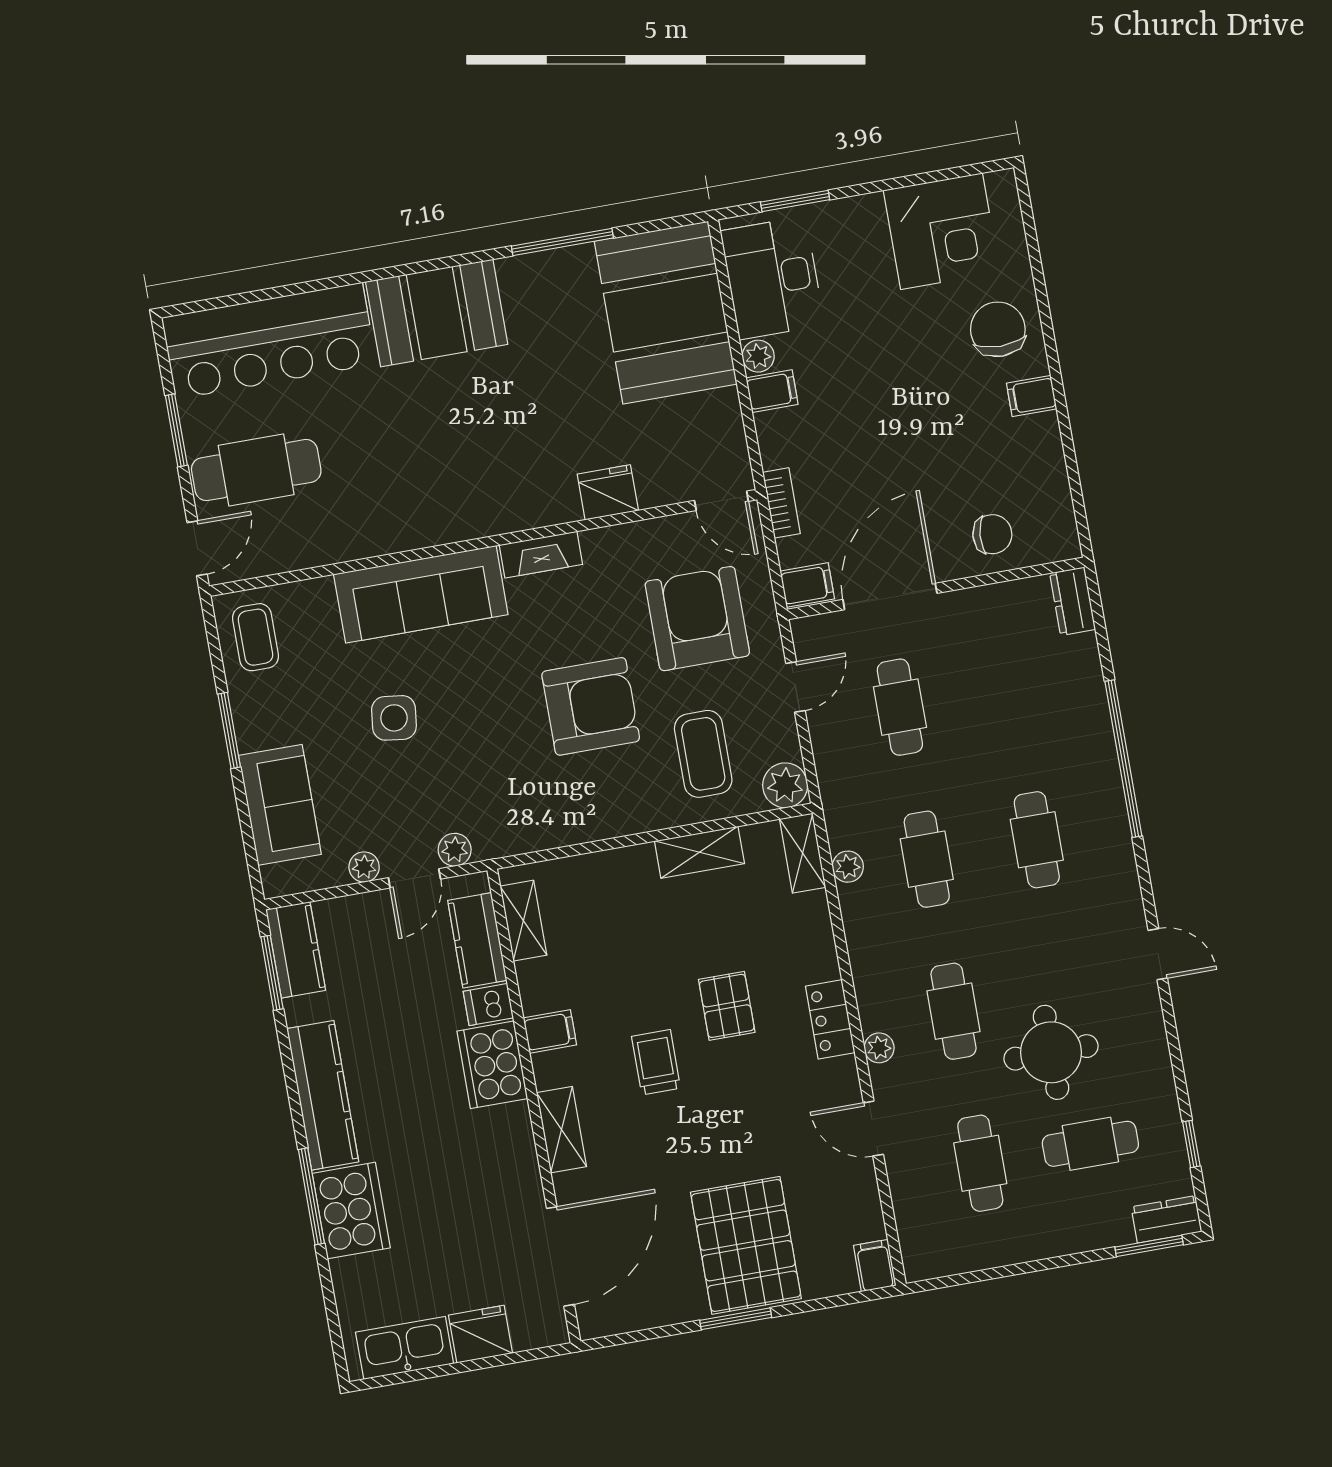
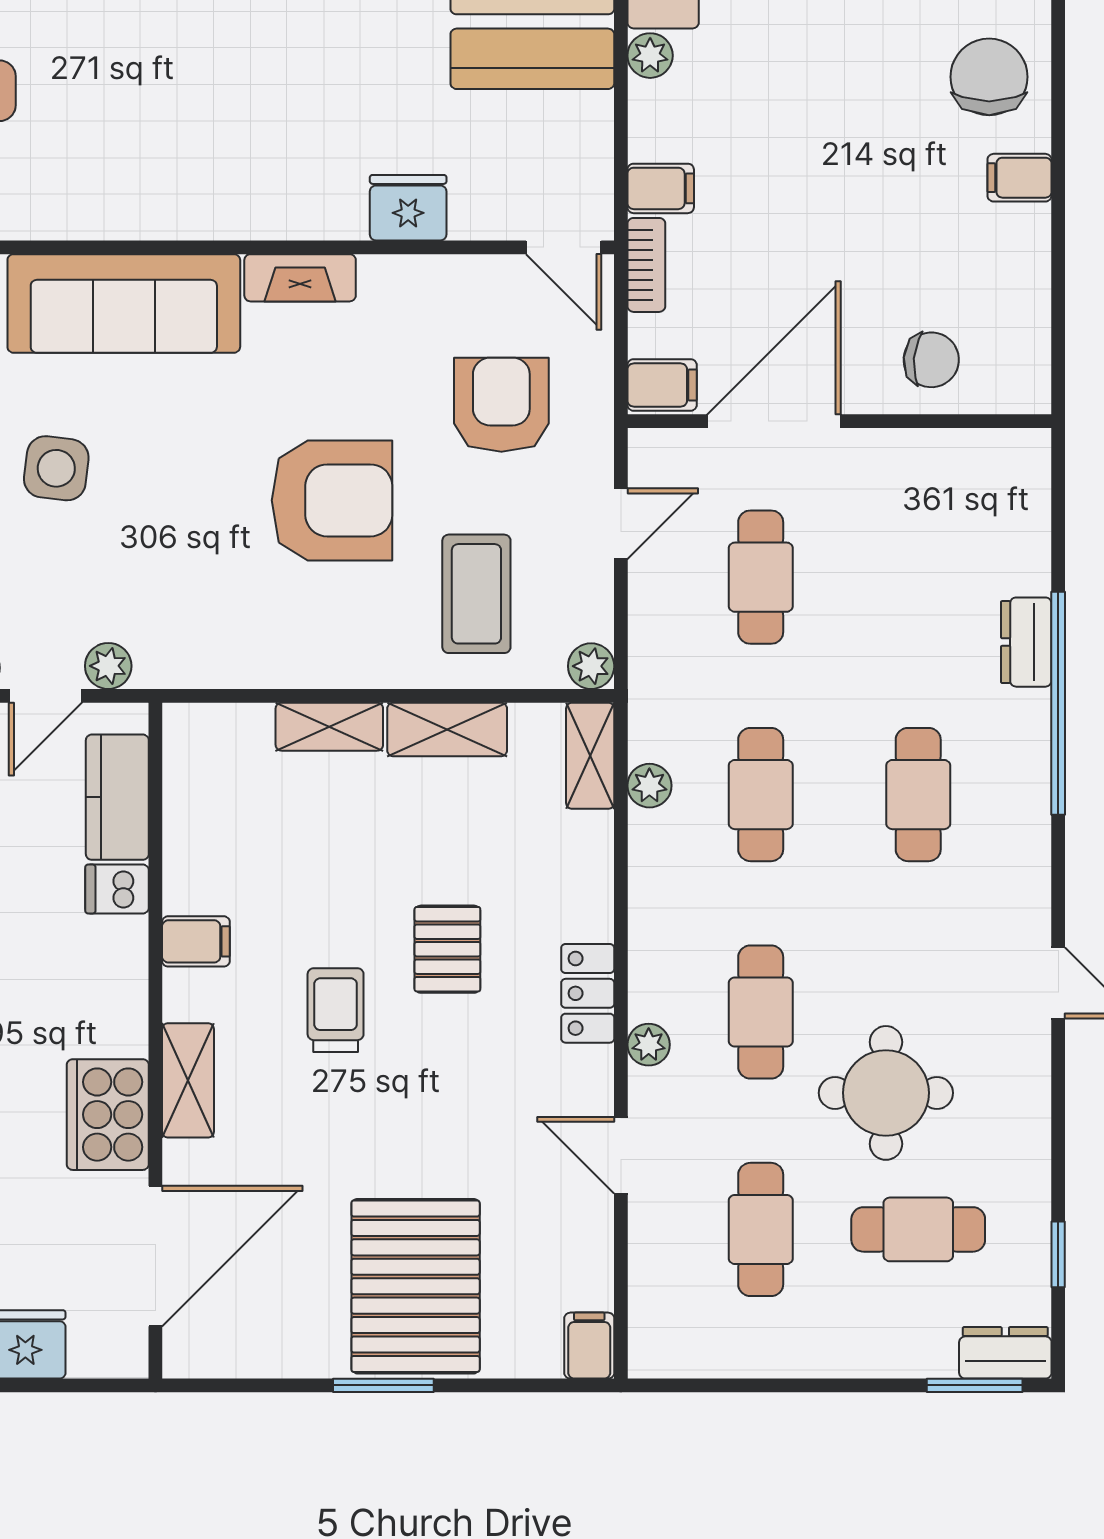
filing cabinet: (772, 391) -> (661, 188), moved
dresser: (1073, 601) -> (1026, 642), moved
armchair: (697, 619) -> (501, 405), width x0.73, depth x0.73
plant: (785, 785) -> (591, 666), width x0.73, depth x0.73
shelving: (523, 921) -> (329, 727), moved, turned 90
cooker: (492, 1065) -> (108, 1115), moved

